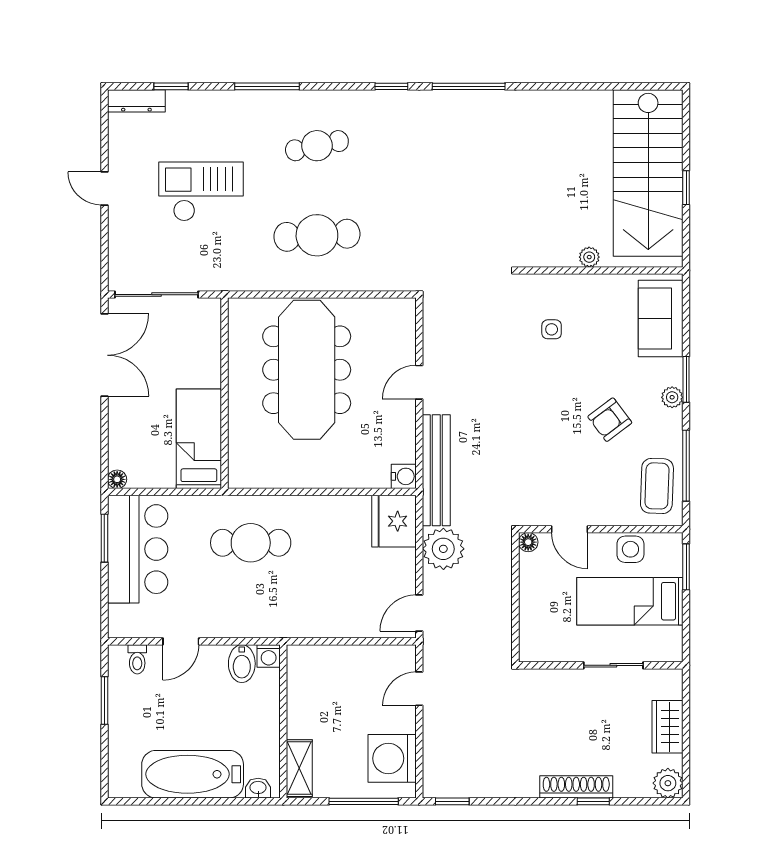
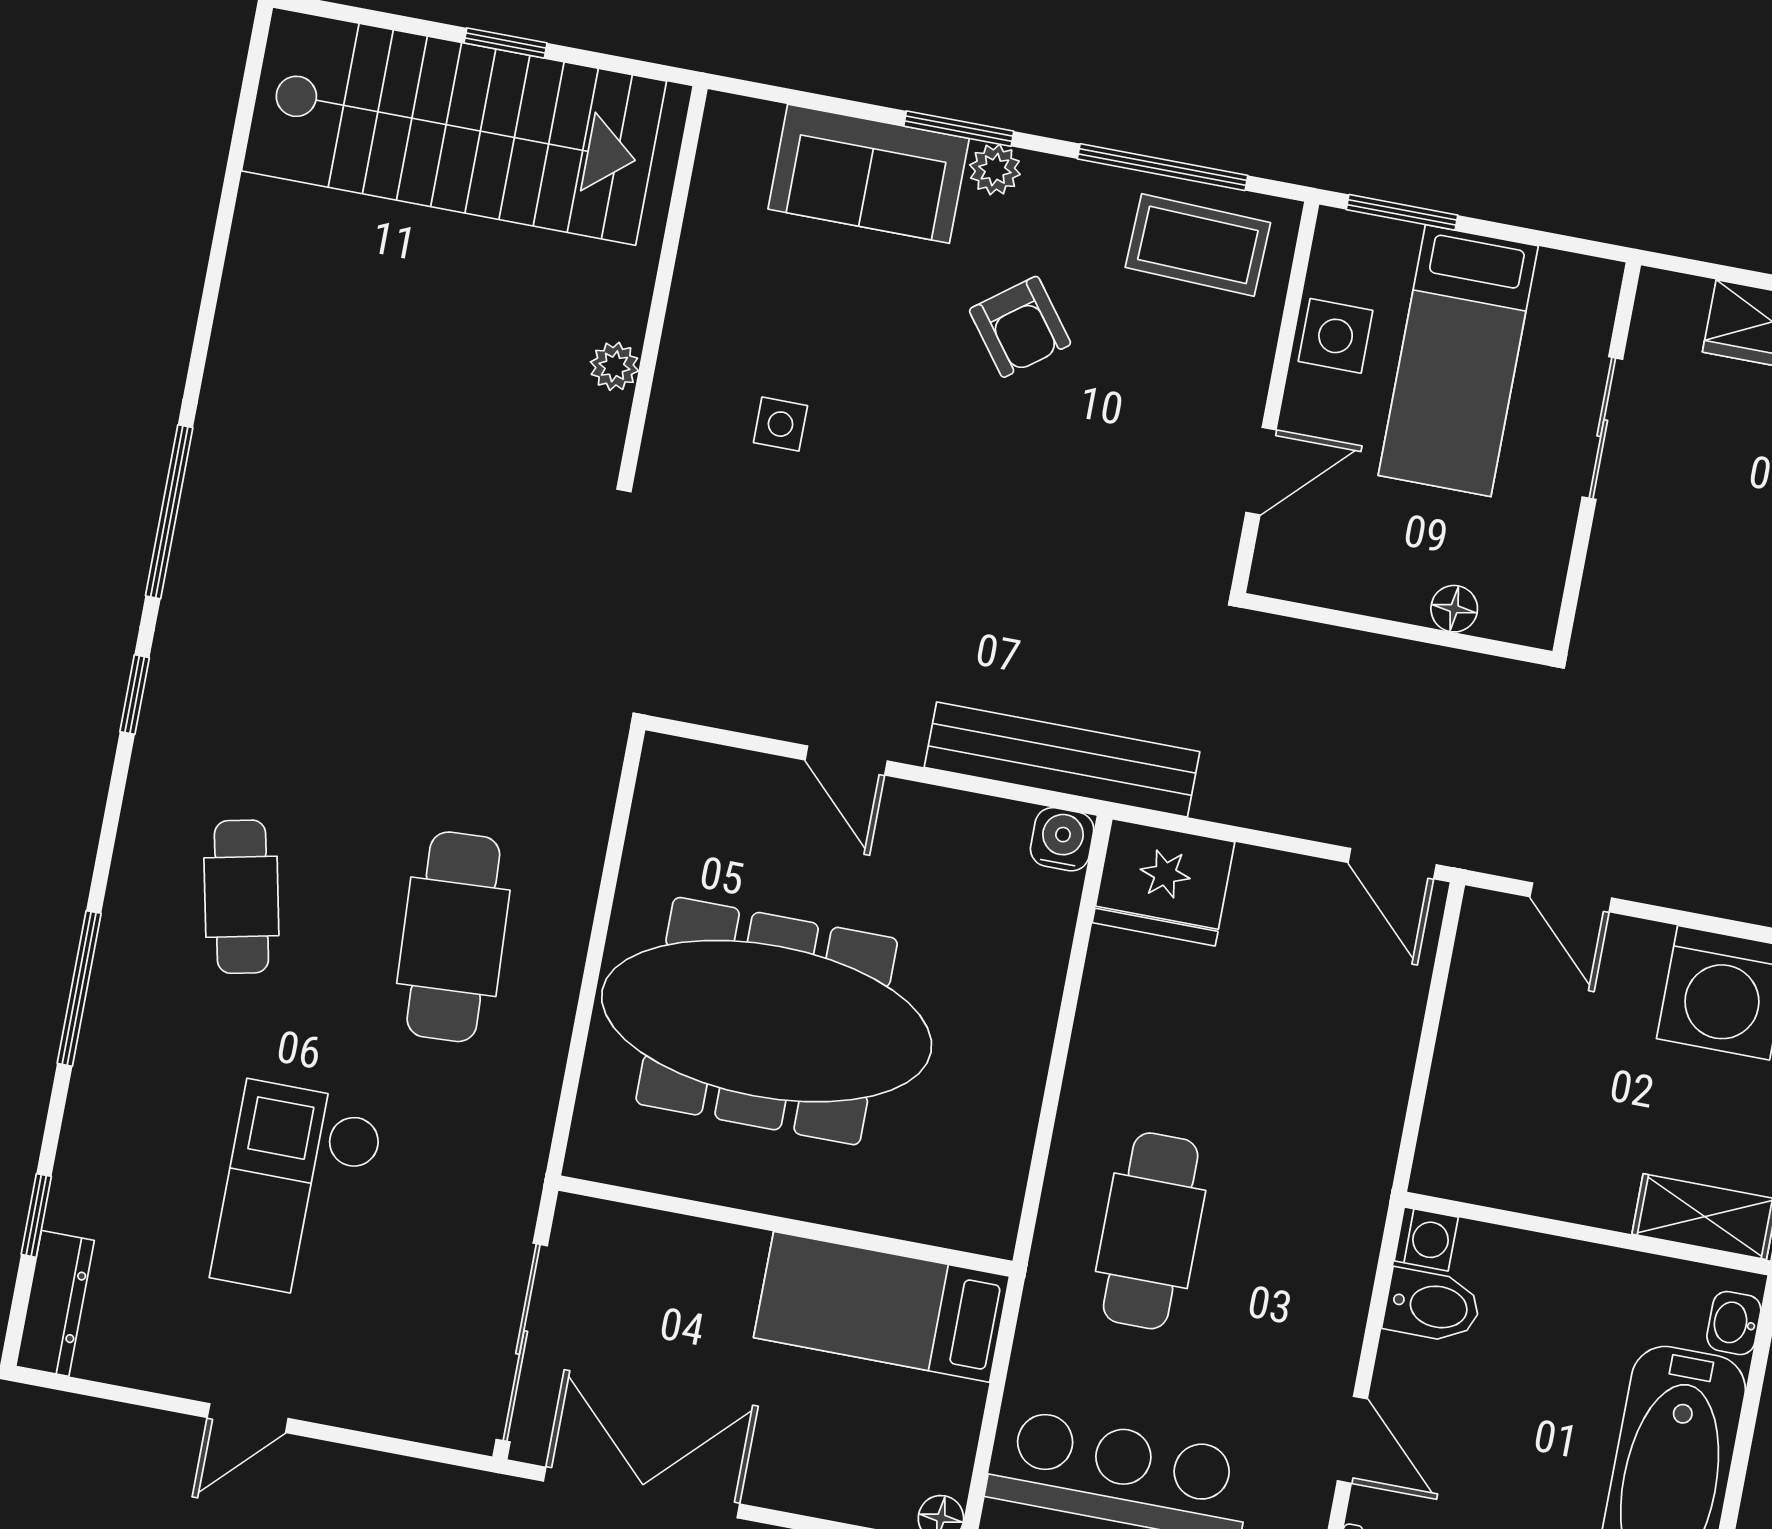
plant: (589, 257) -> (614, 366), moved
sofa: (661, 318) -> (869, 174), moved
floor lamp: (528, 542) -> (1454, 609), moved
plant: (443, 549) -> (1251, 778), removed

